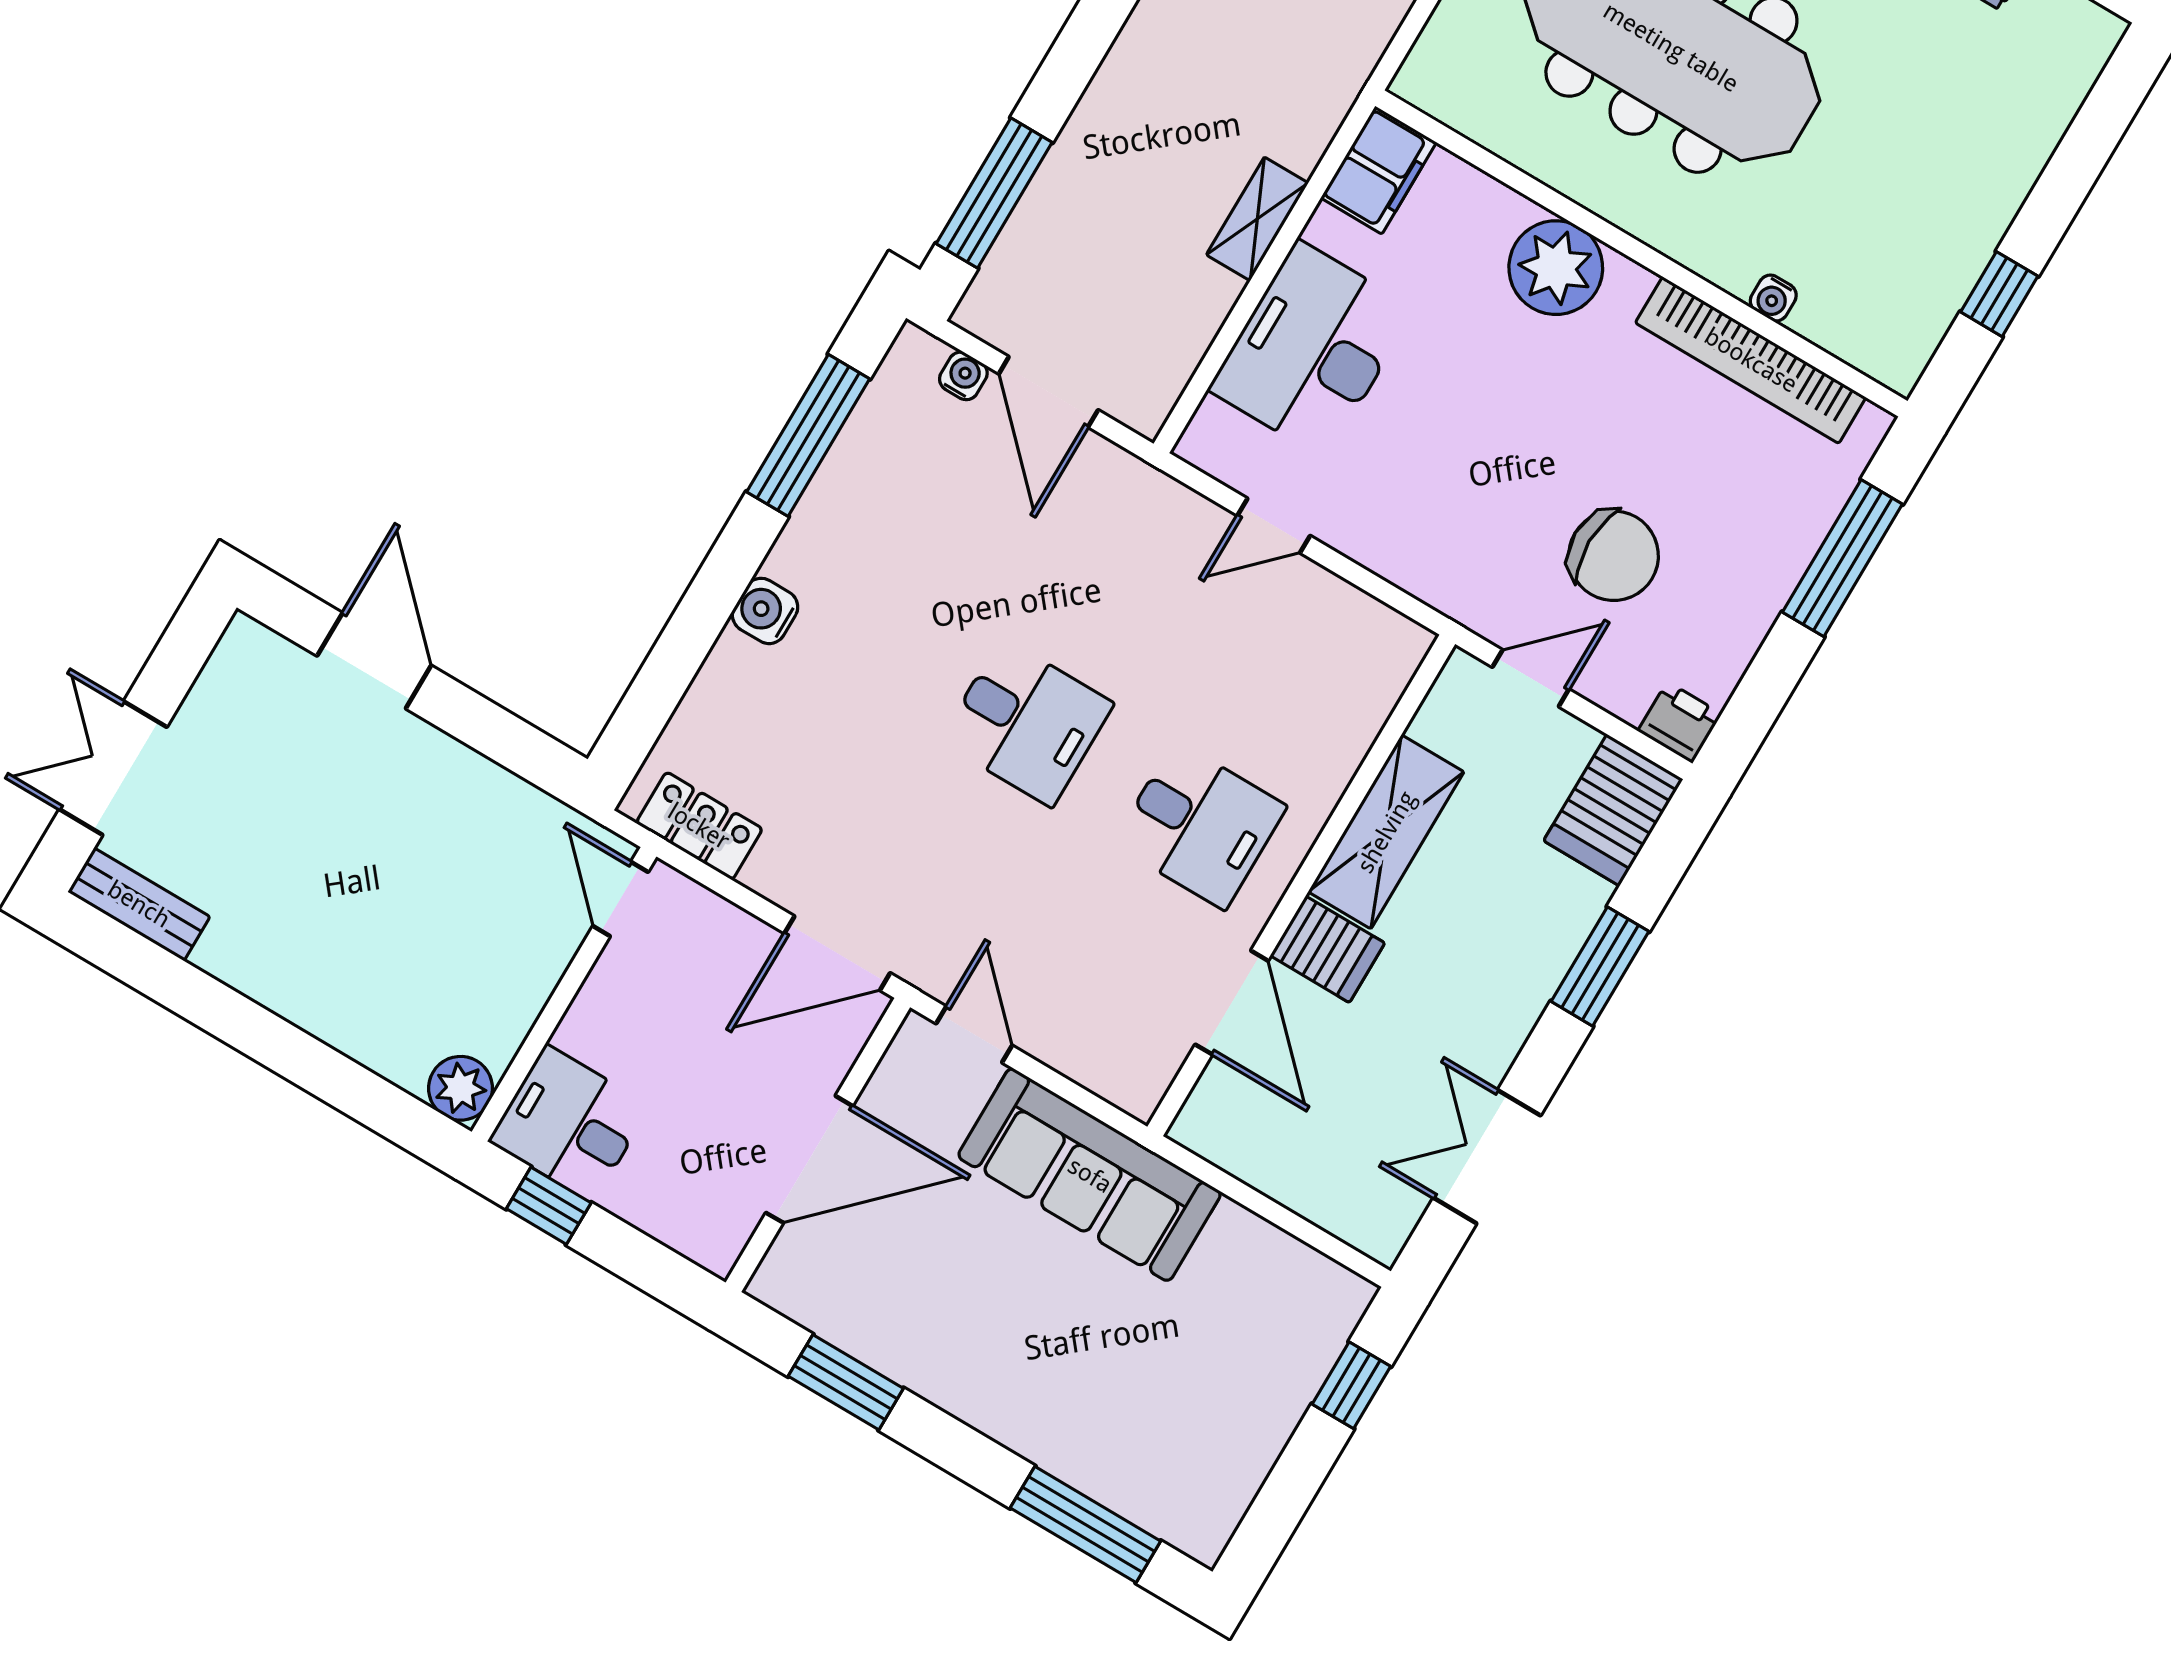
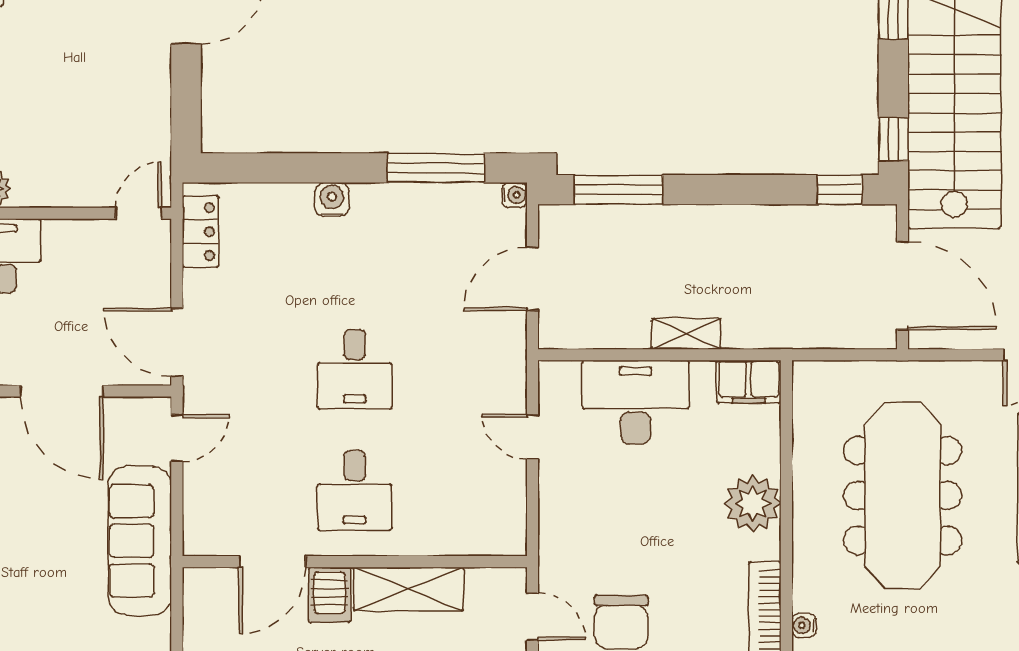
water cooler: (963, 376) -> (515, 195), moved

